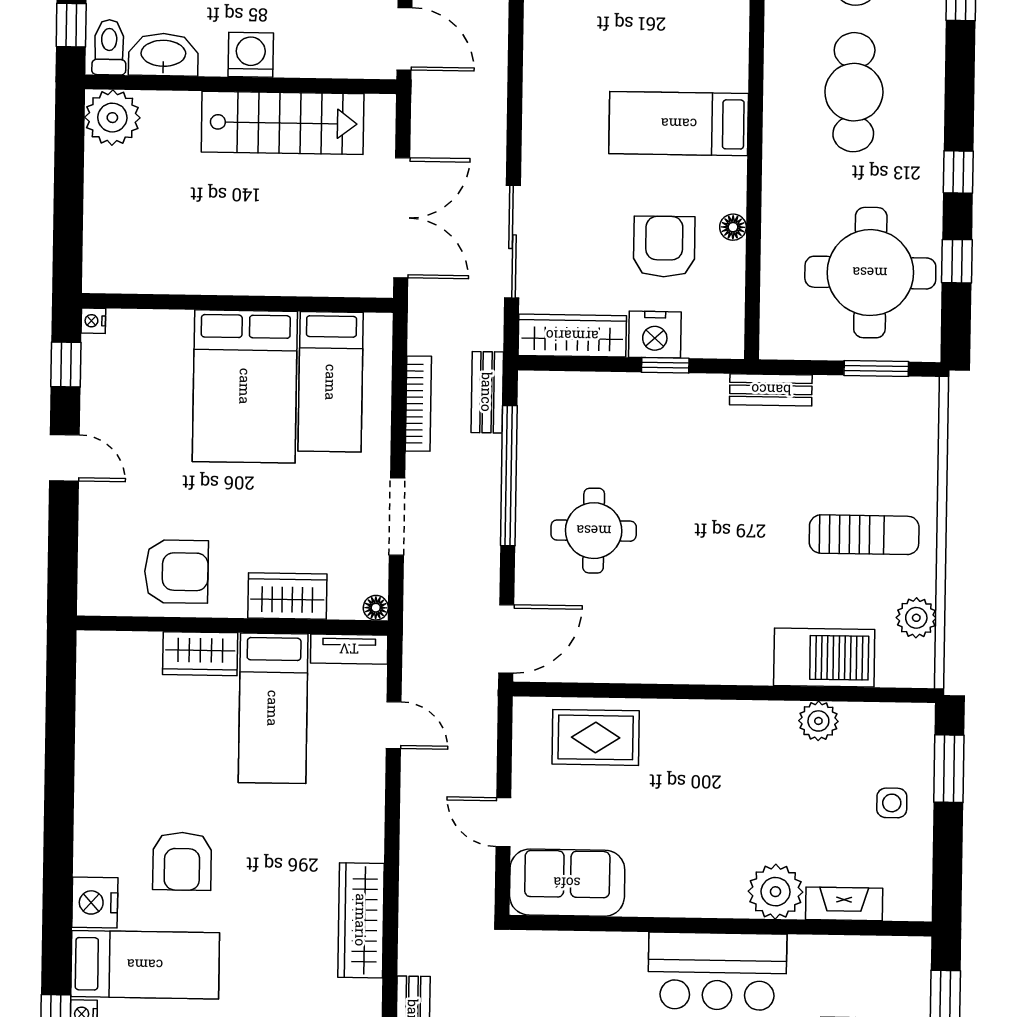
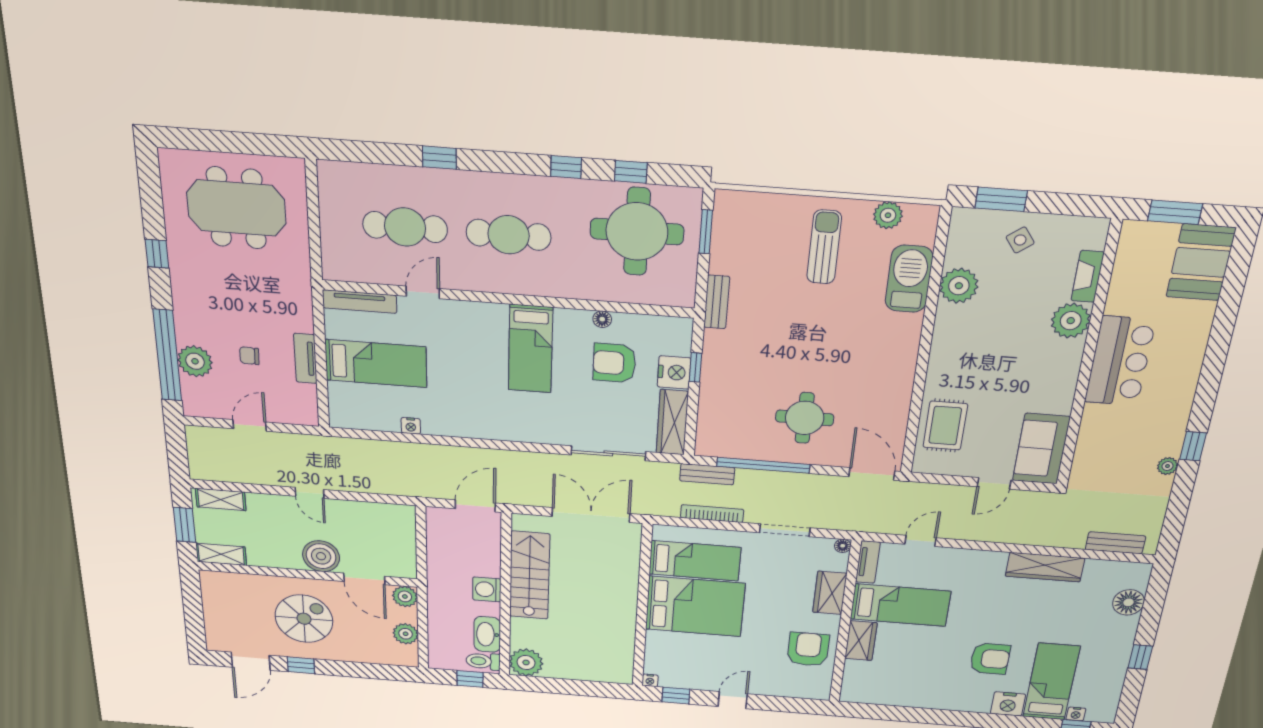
plant: (818, 721) -> (959, 286), width x1.36, depth x1.36
side table: (892, 803) -> (1020, 240), turned -36

